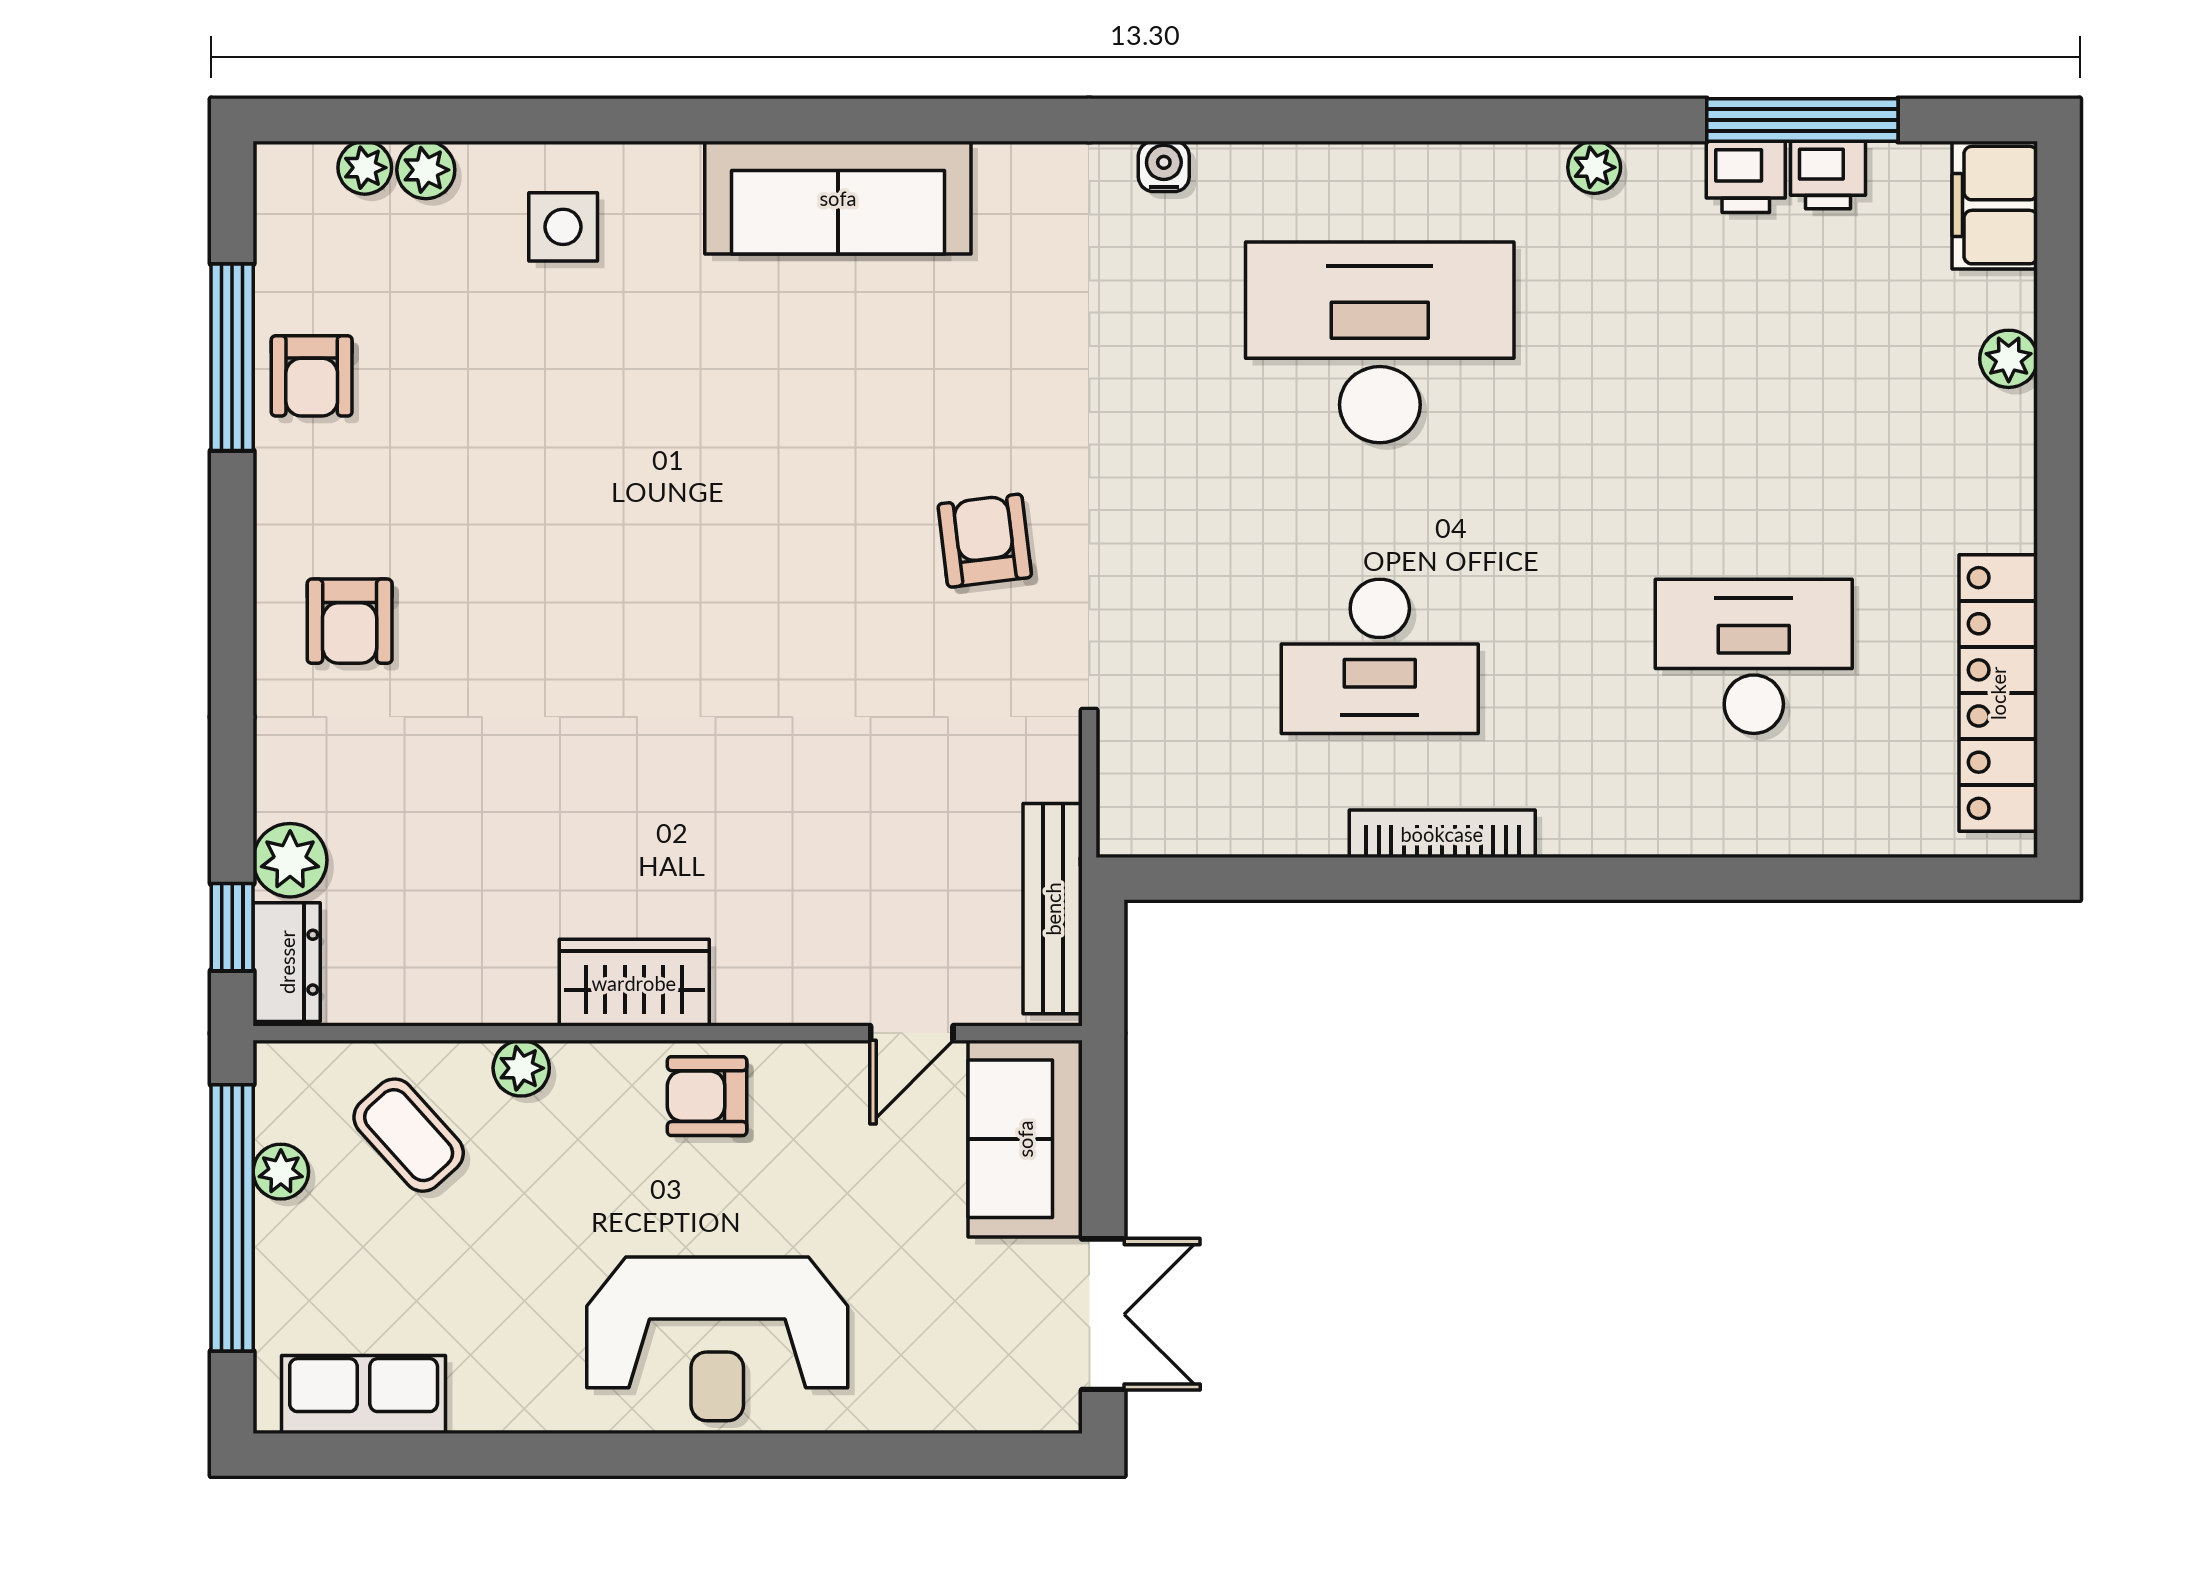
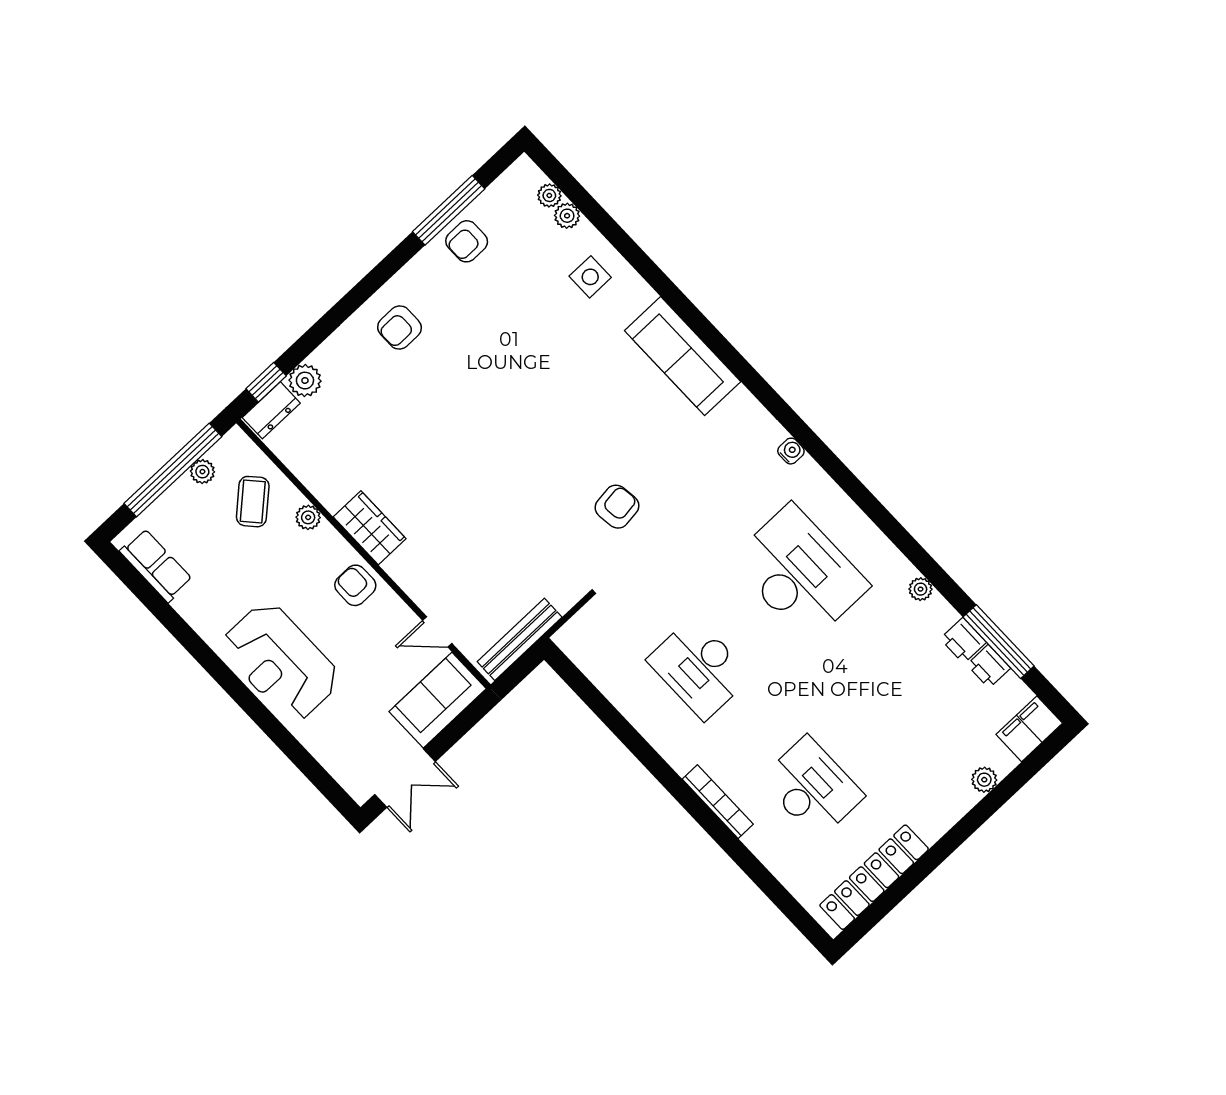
bookcase: (1442, 834) -> (718, 802), moved

